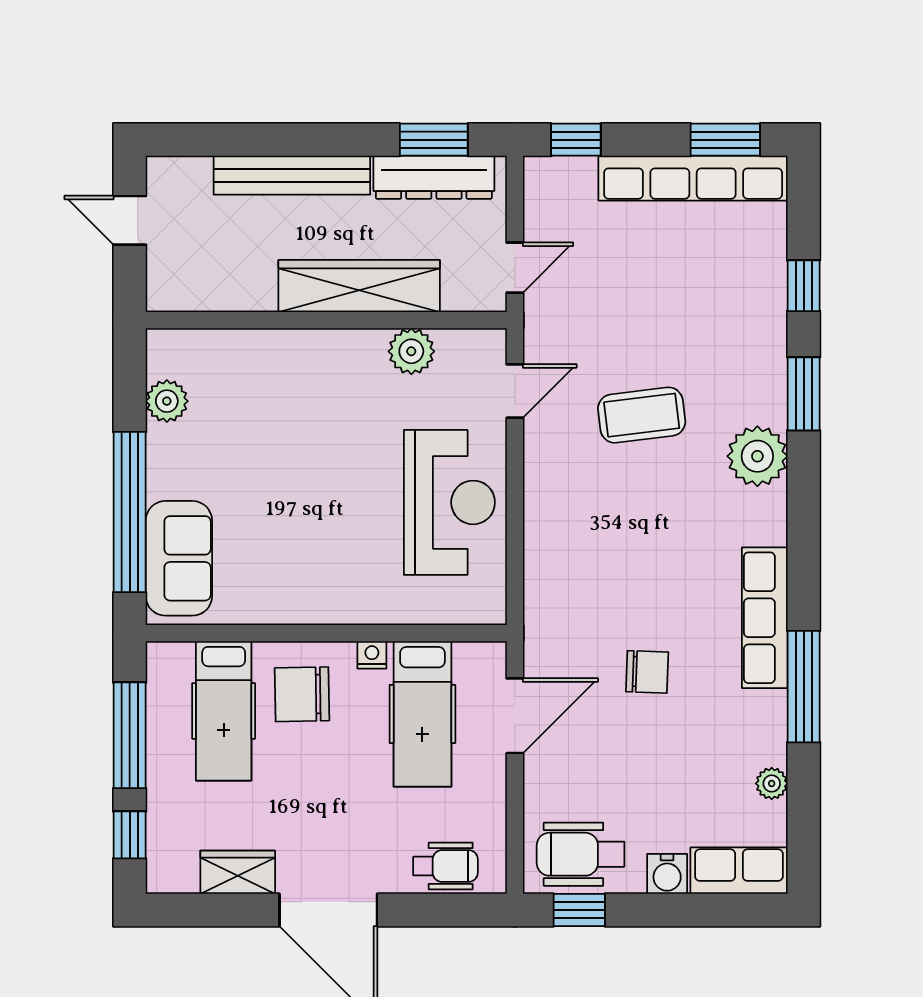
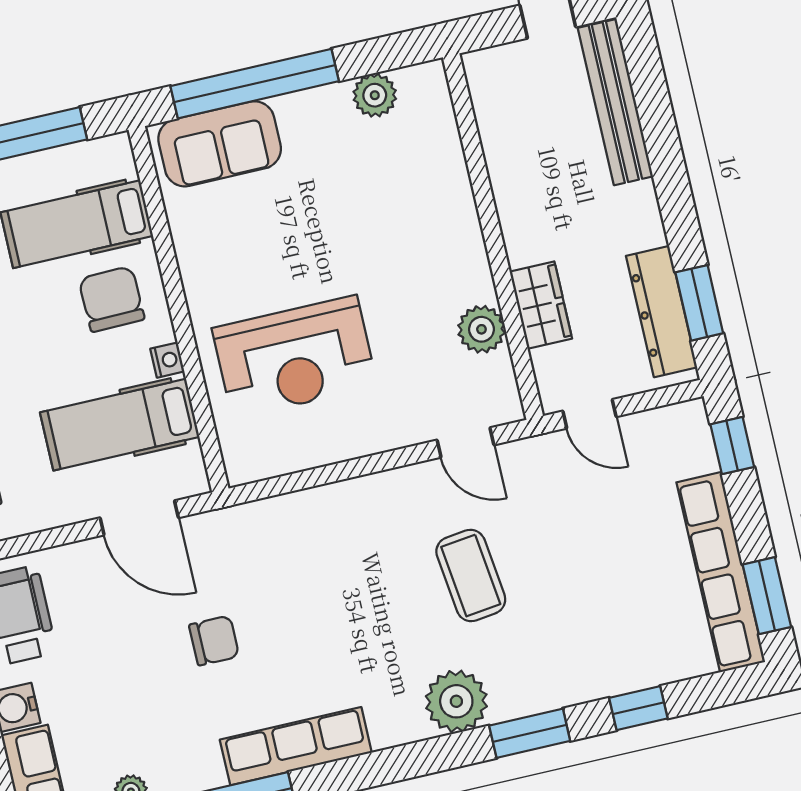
bench: (292, 175) -> (615, 102), moved
wardrobe: (359, 286) -> (541, 305), width x0.48, depth x0.85
reception desk: (449, 502) -> (295, 357), moved
chair: (647, 672) -> (214, 641), turned -92

